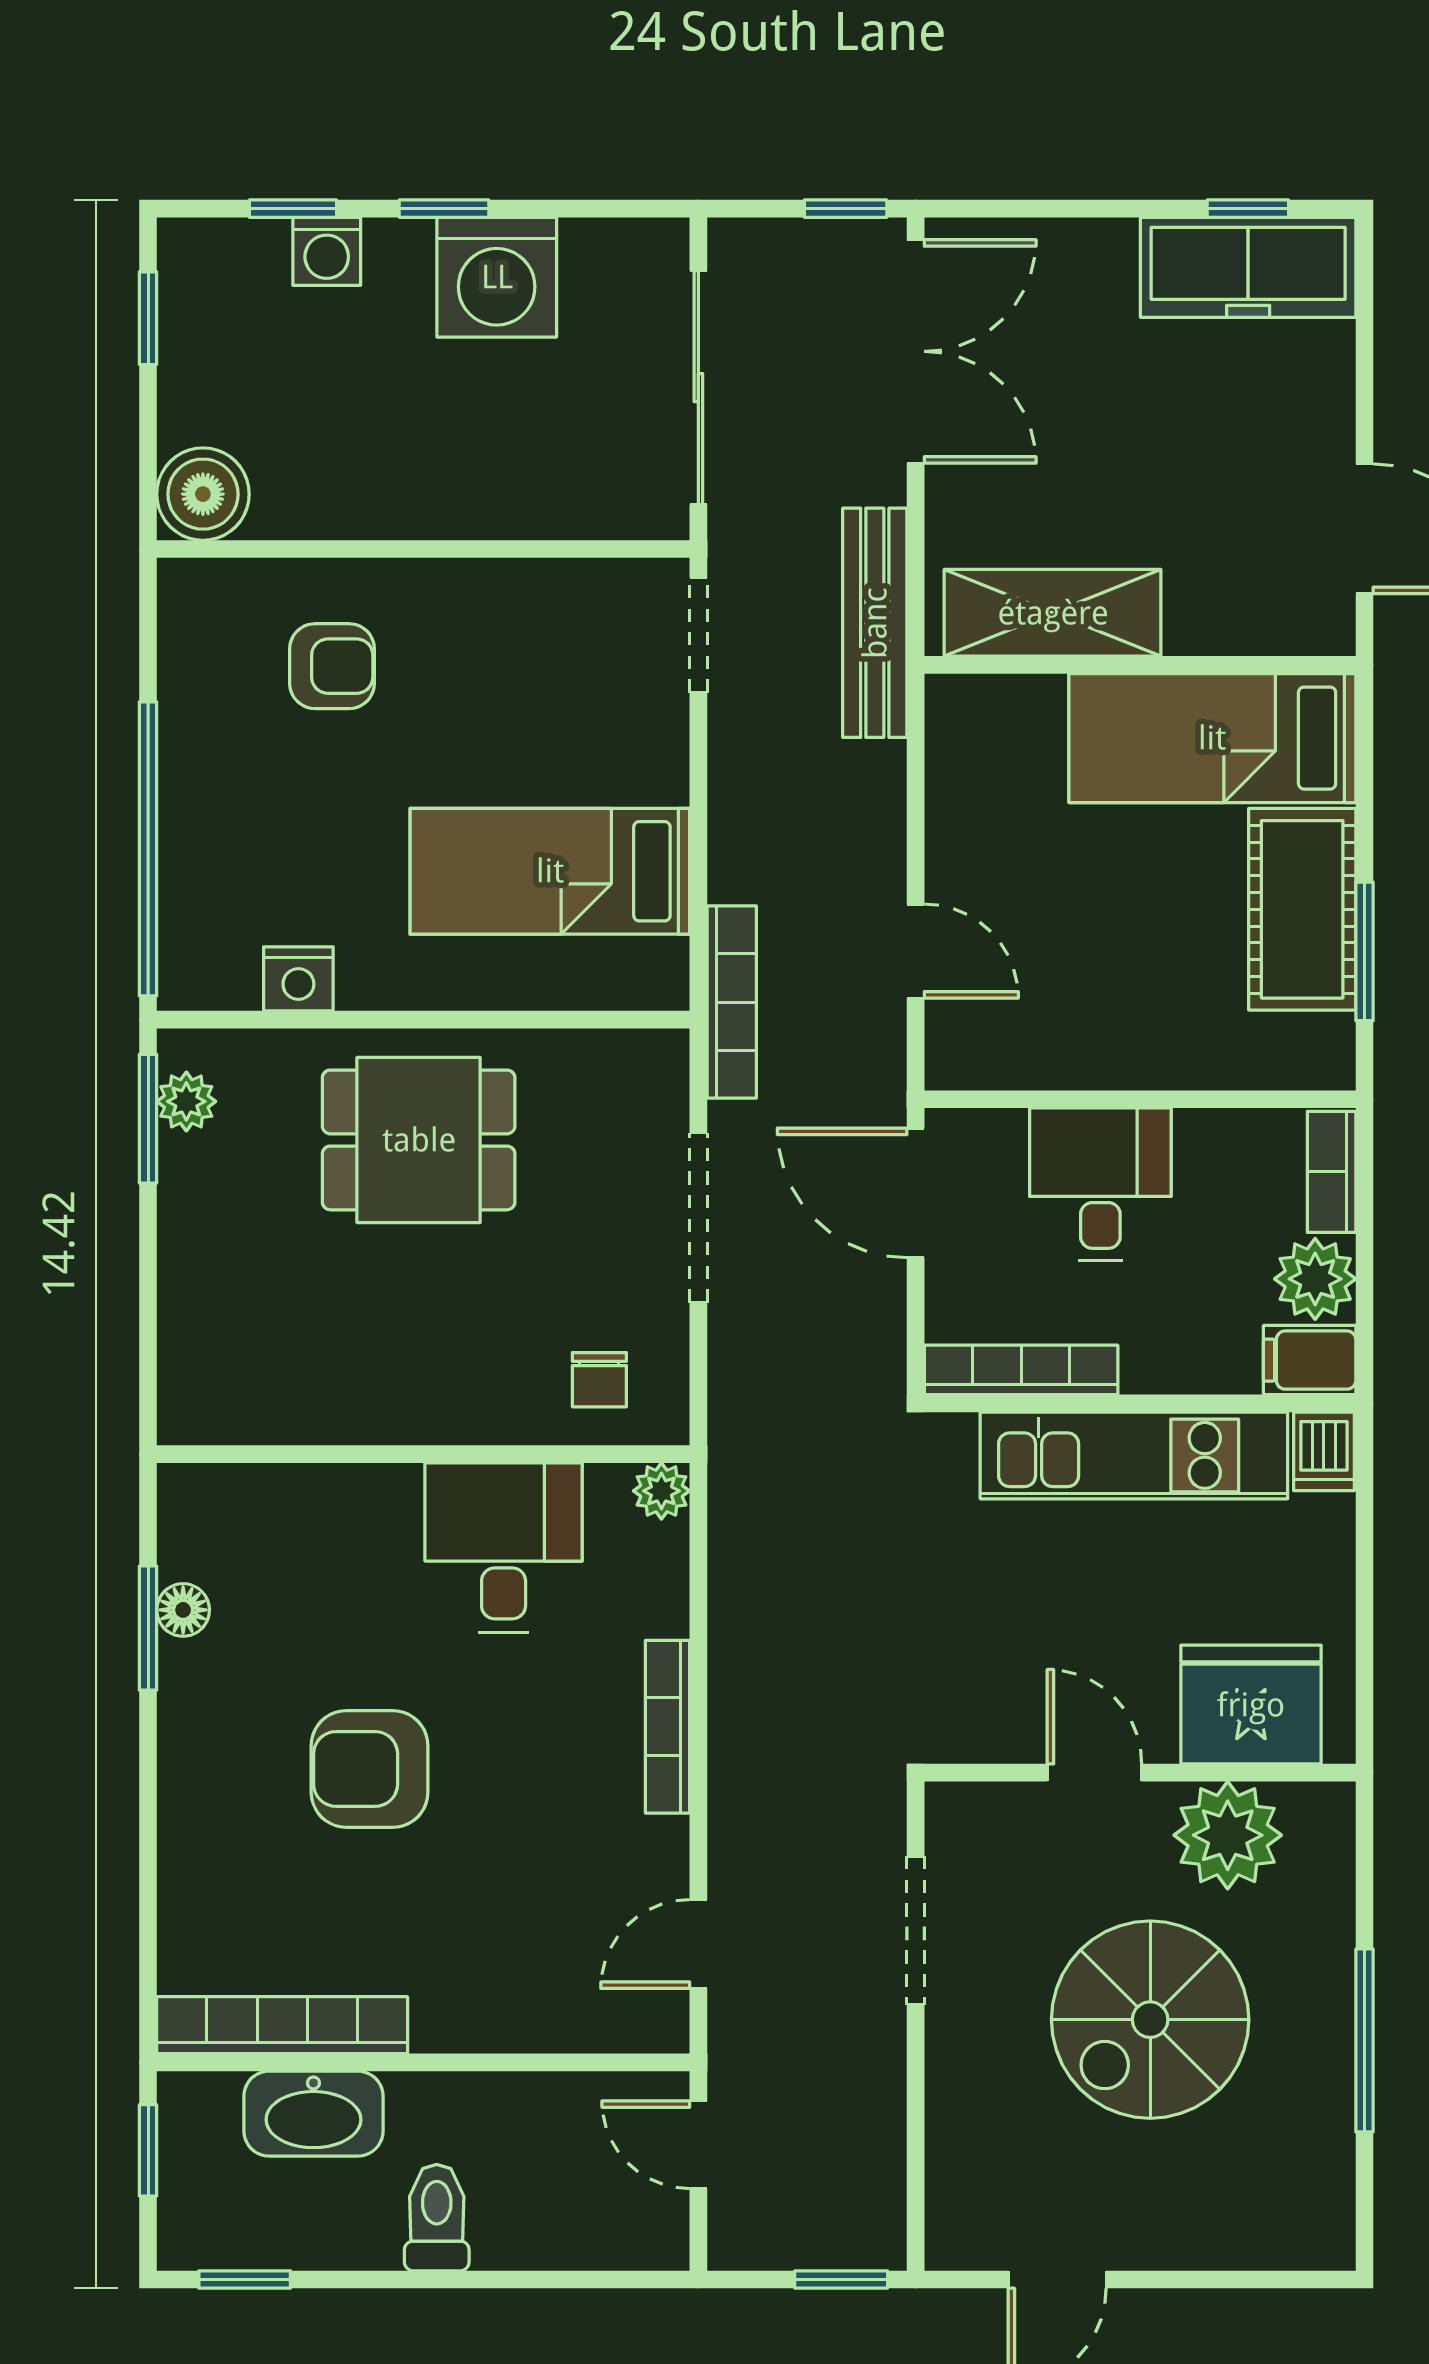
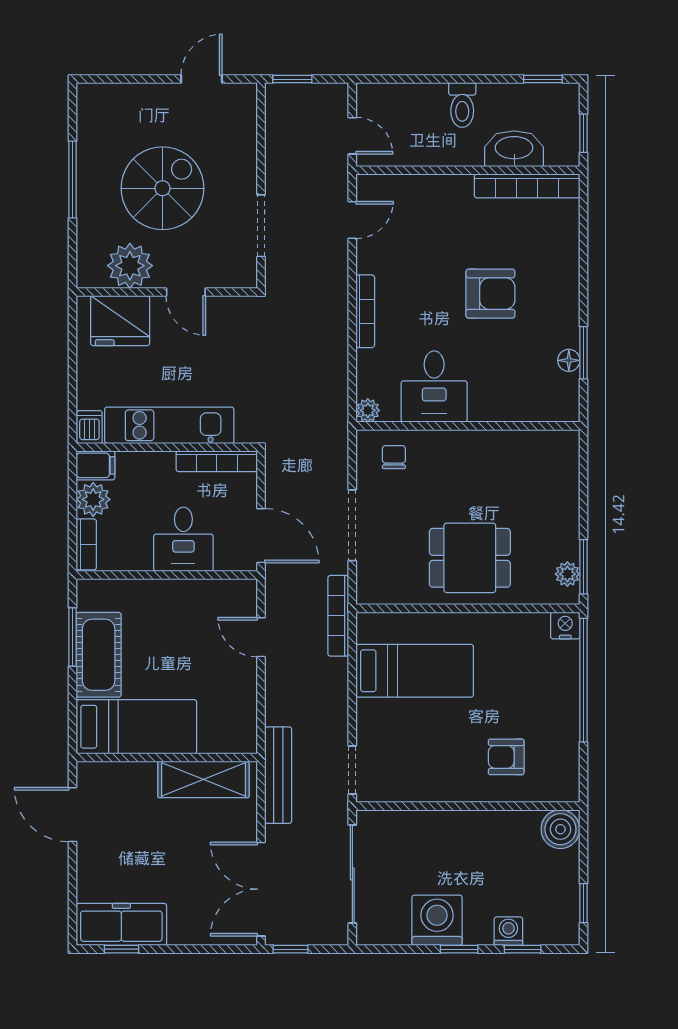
nightstand: (298, 979) -> (565, 626), moved

